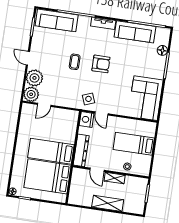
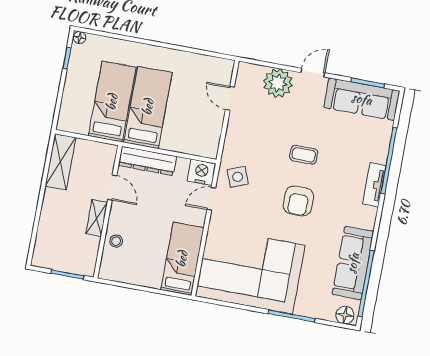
sofa: (57, 20) -> (362, 99), moved, turned -90
tv unit: (103, 23) -> (374, 185), moved
floor lamp: (162, 50) -> (345, 315), moved
plant: (31, 94) -> (249, 76), removed
corner sofa: (146, 98) -> (250, 271), width x1.36, depth x1.36
bed: (134, 144) -> (182, 259), moved
door: (97, 170) -> (112, 188), swing flipped
bed: (48, 176) -> (112, 102), width x0.67
shelving: (108, 203) -> (60, 162), moved

